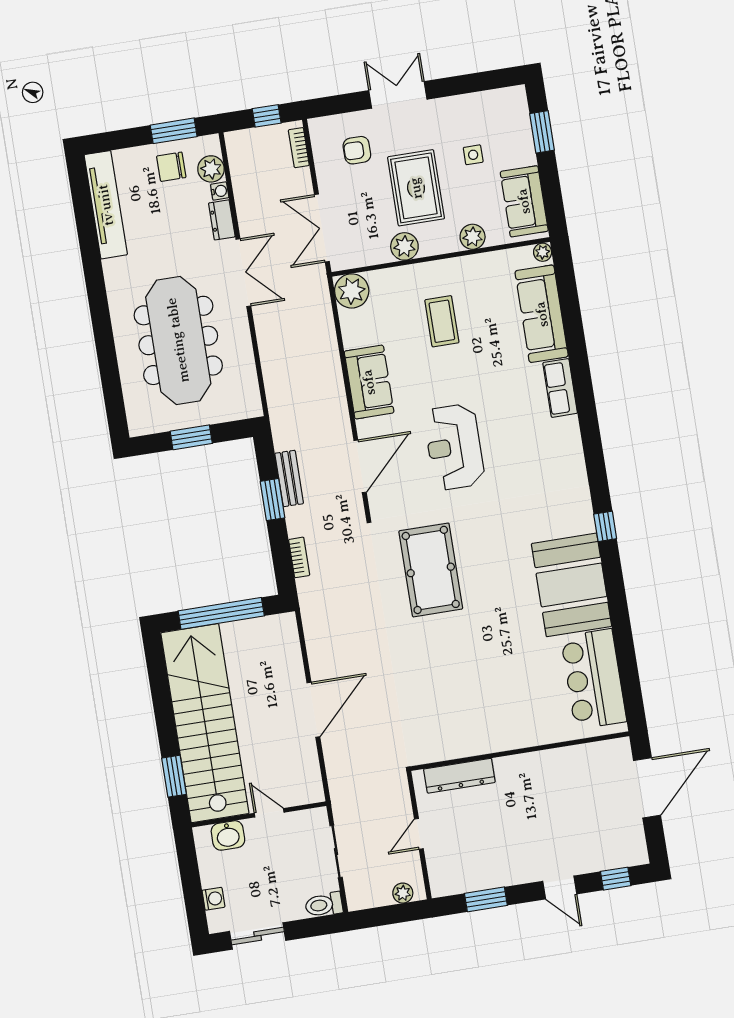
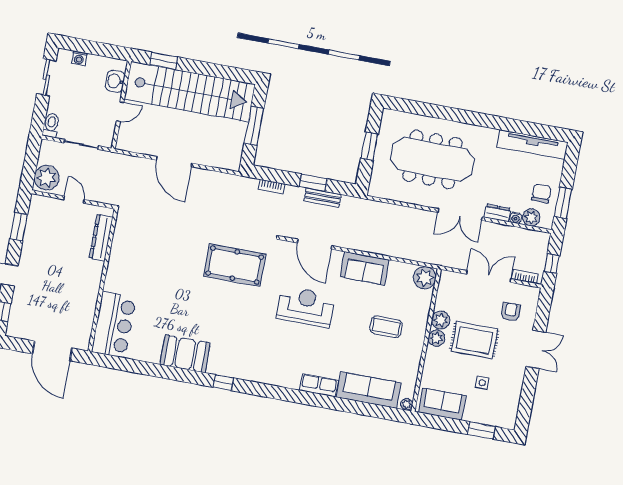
double door: (322, 228) -> (489, 276), moved
plant: (473, 237) -> (436, 338), moved
booth: (572, 585) -> (185, 354), width x0.73, depth x0.70
window: (221, 613) -> (254, 126), width x0.68
bar counter: (594, 679) -> (114, 325), moved, turned 90
plant: (403, 893) -> (47, 178), width x1.87, depth x1.87

